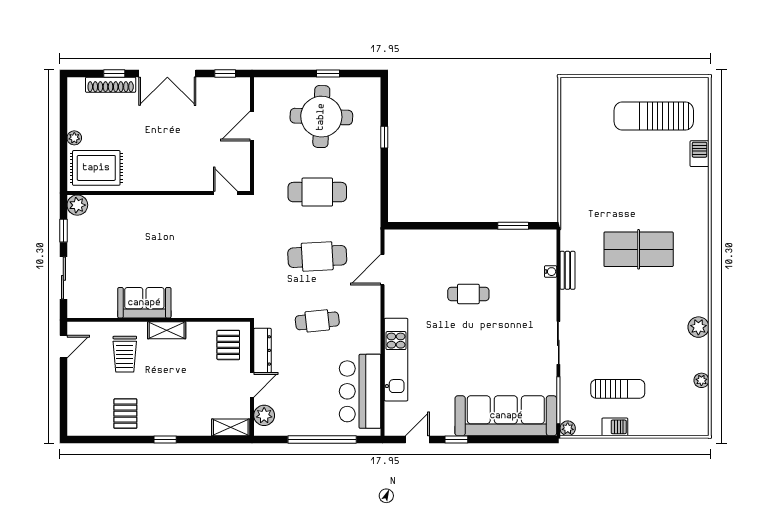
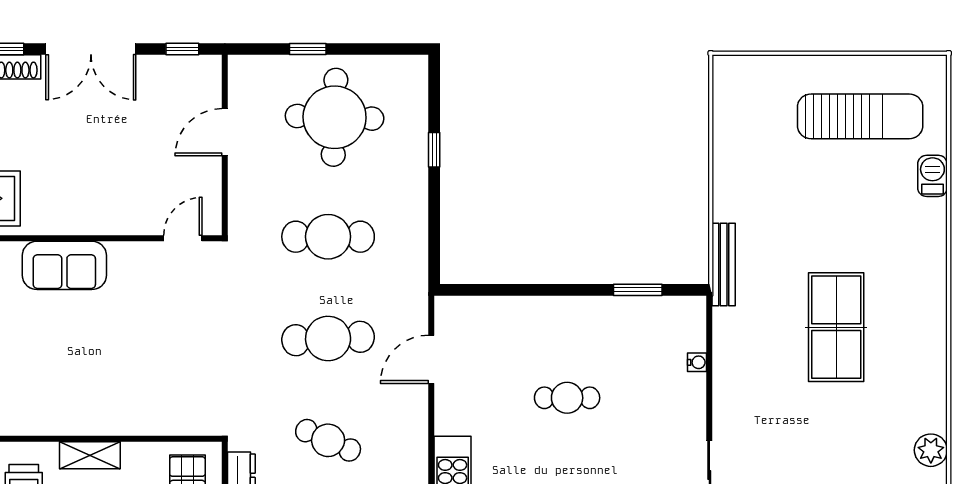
window: (328, 73) -> (308, 49), moved
sun lounger: (654, 116) -> (860, 116), turned 180
door: (225, 193) -> (183, 238), hinge flipped
table tennis table: (639, 249) -> (836, 327), turned 90
bench: (567, 270) -> (724, 264), moved, width x1.36
sofa: (144, 303) -> (64, 265), moved, turned 180
cafe table: (317, 321) -> (328, 440), turned 30

